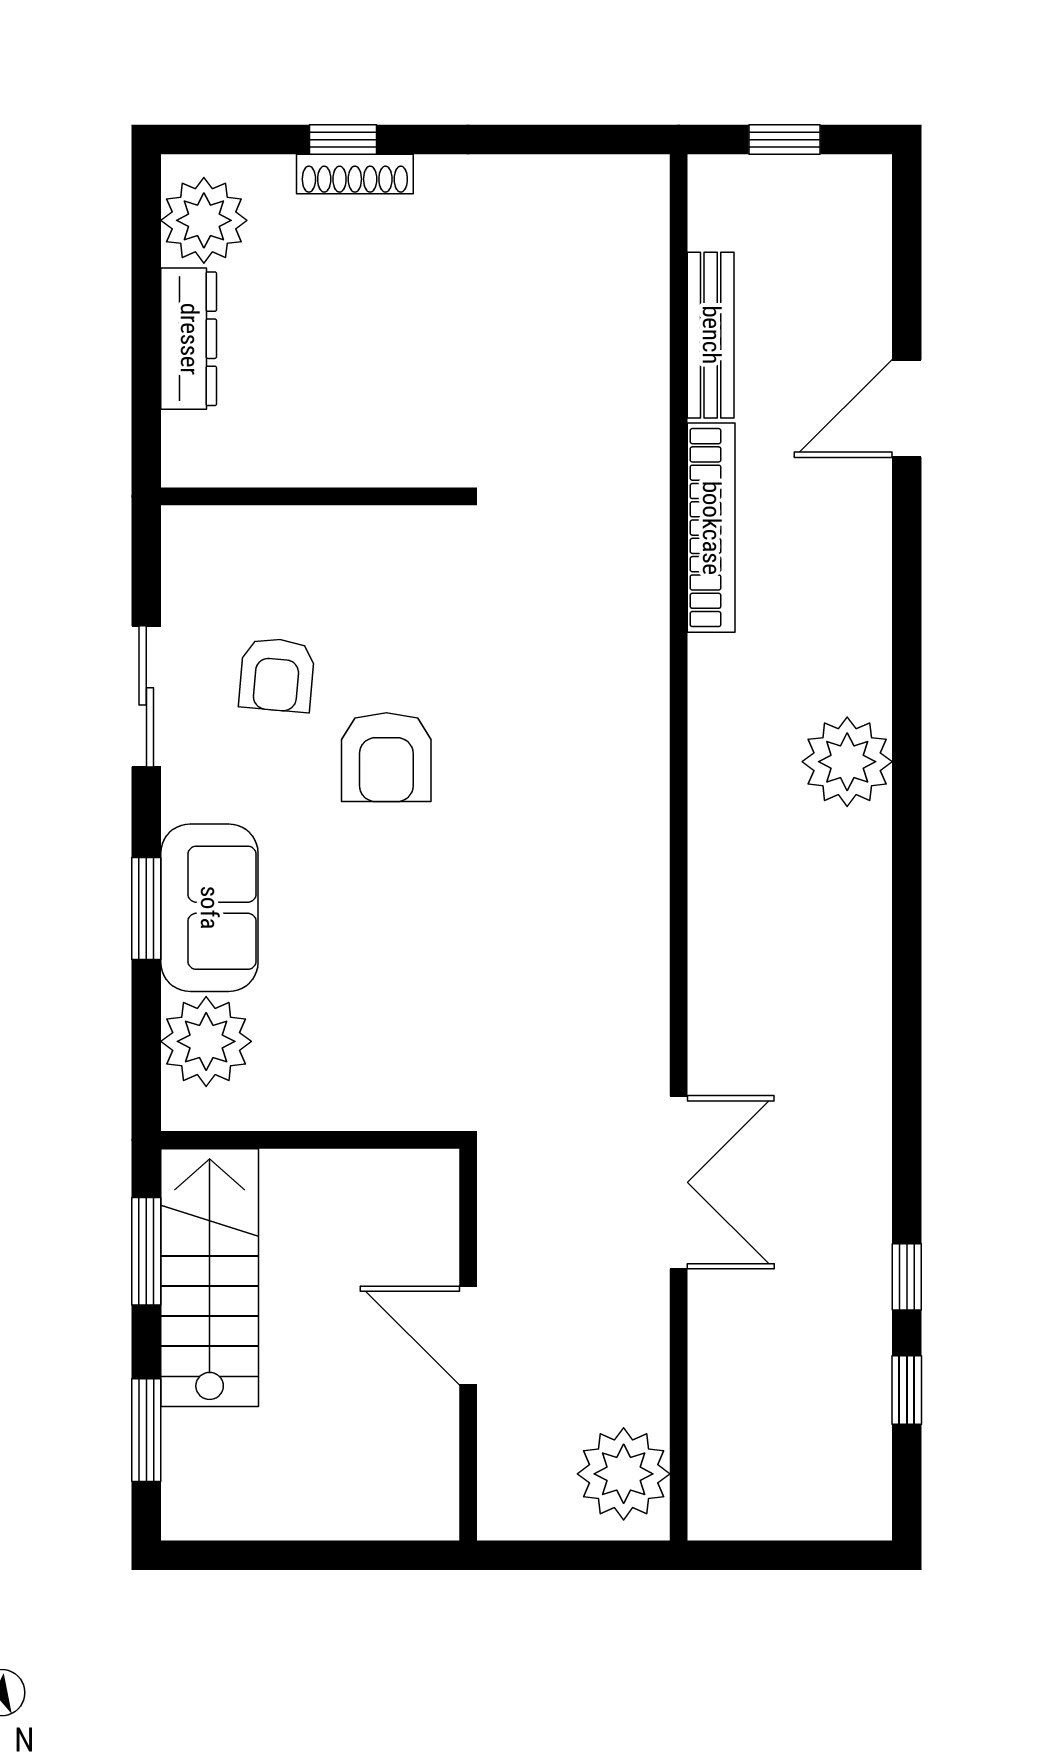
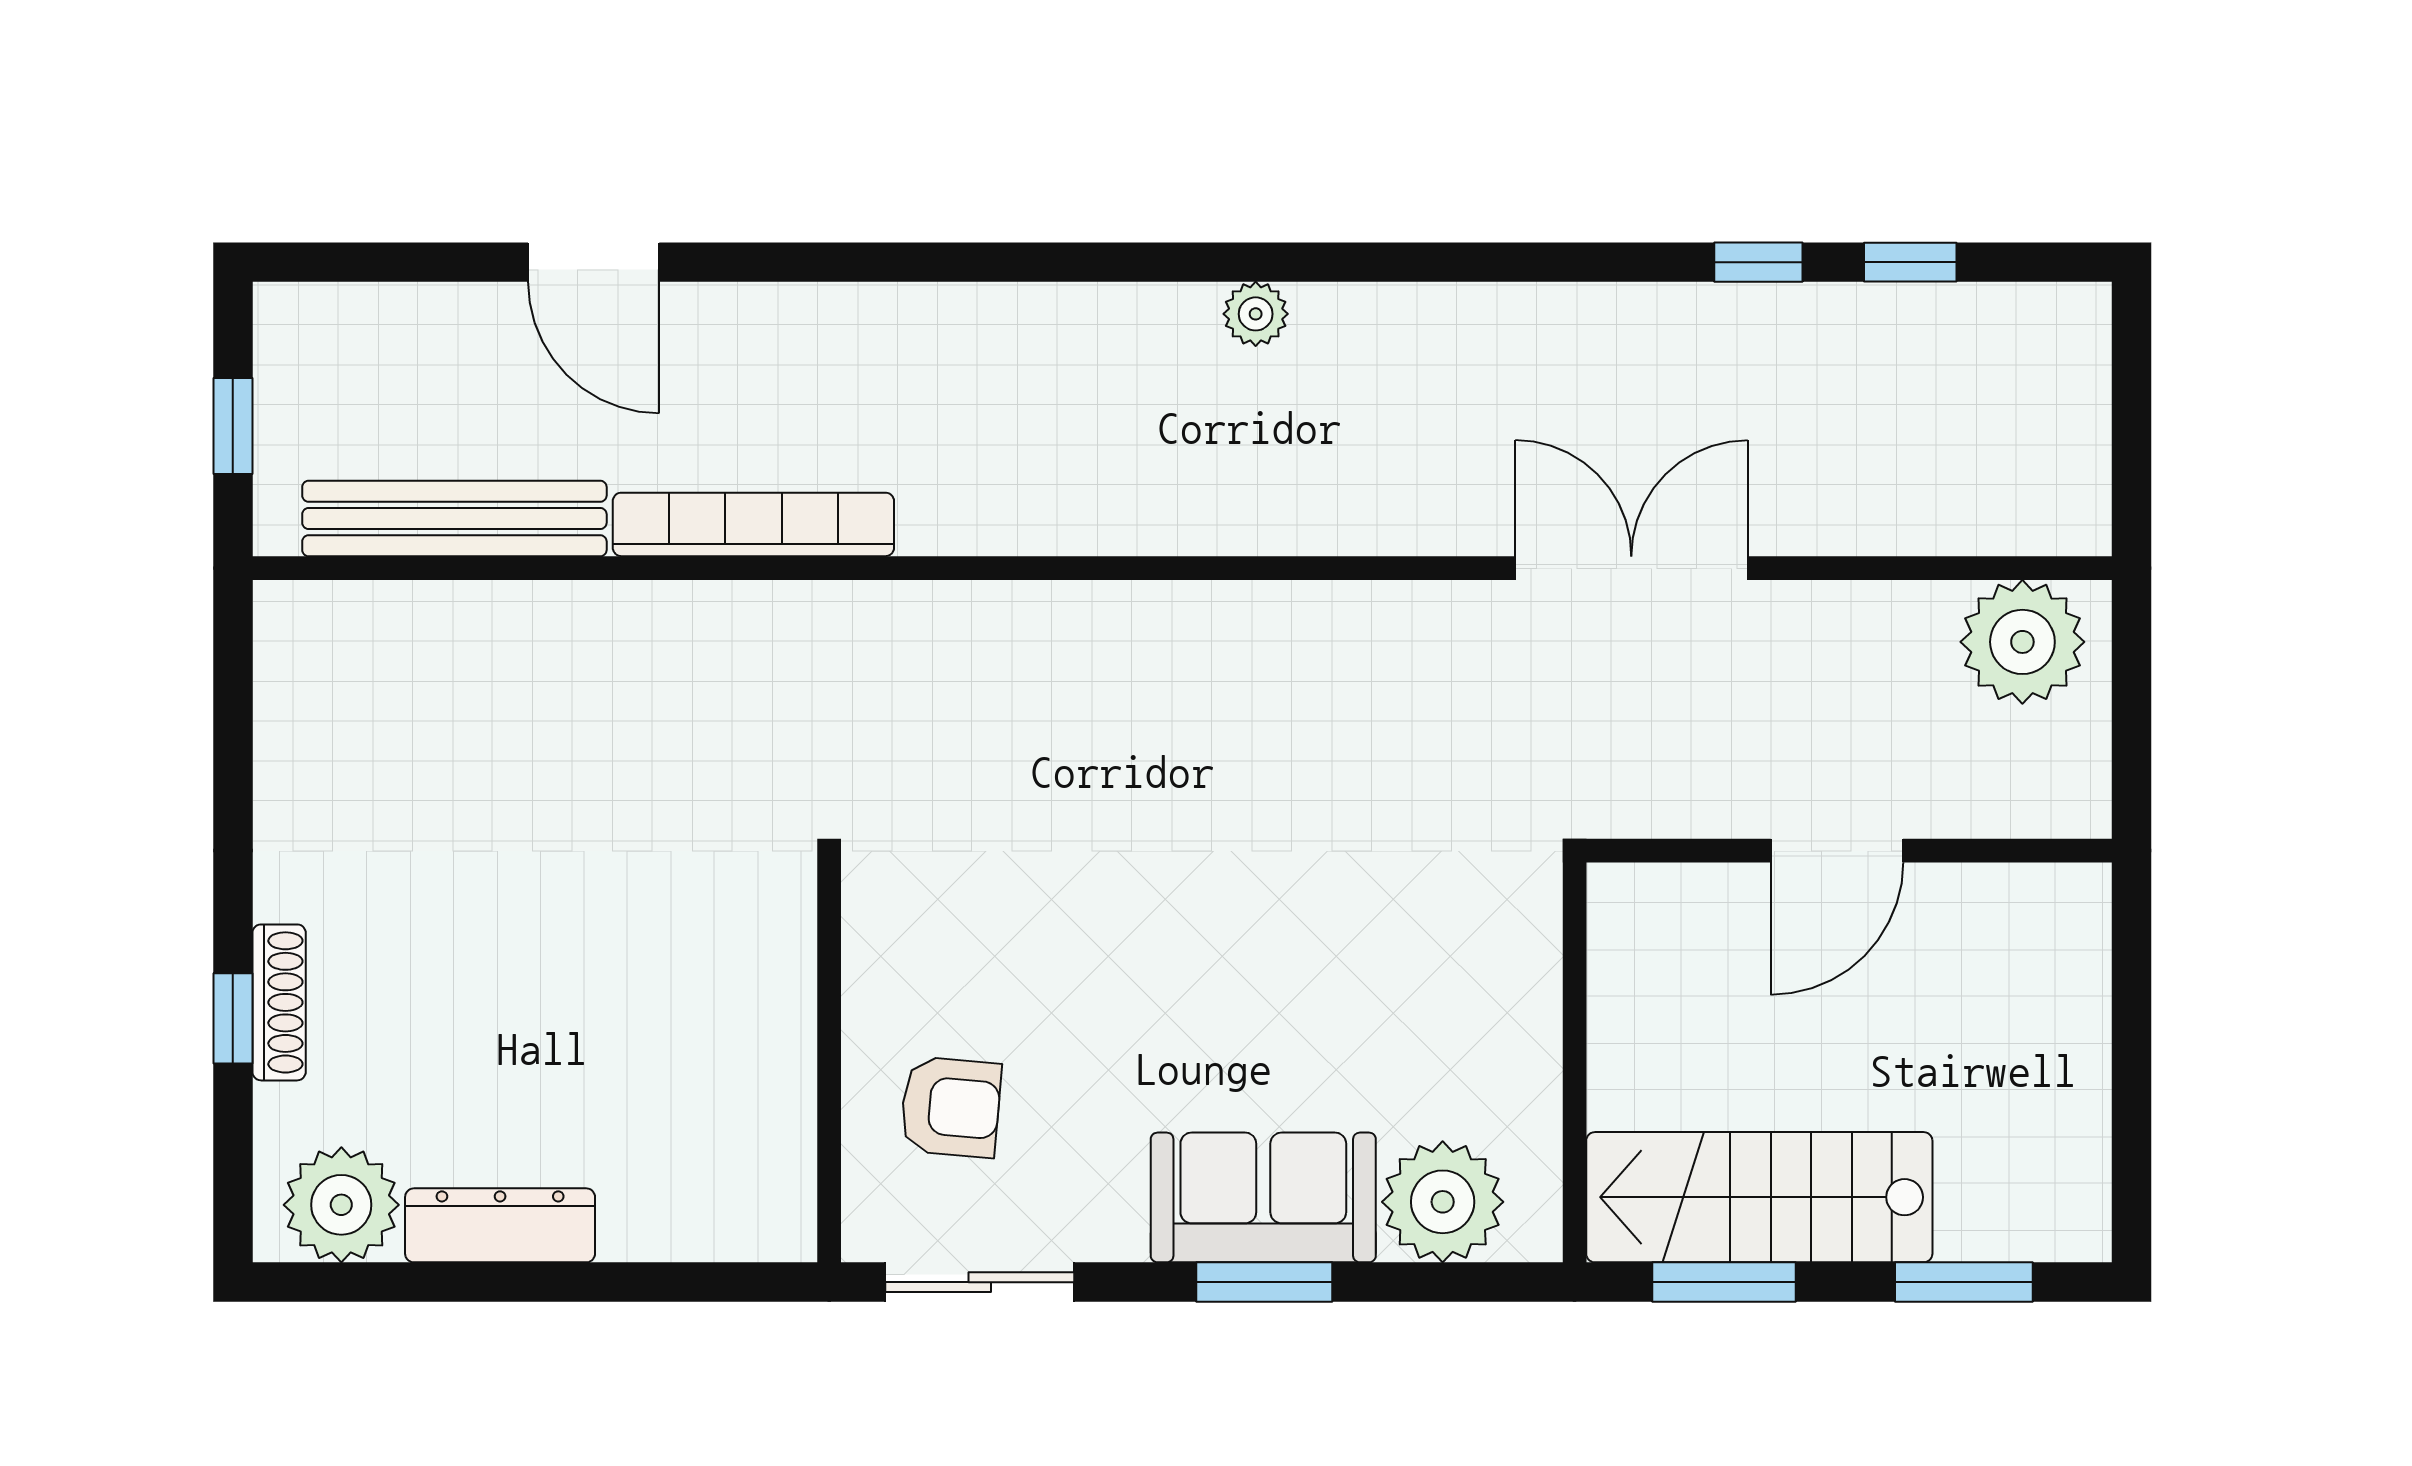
bench: (711, 335) -> (454, 519), width x1.37, depth x1.21
wall: (310, 496) -> (829, 1062), moved
armchair: (386, 757) -> (1061, 960), removed
plant: (847, 762) -> (1256, 314), moved, width x0.53, depth x0.53

